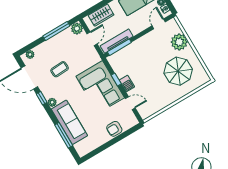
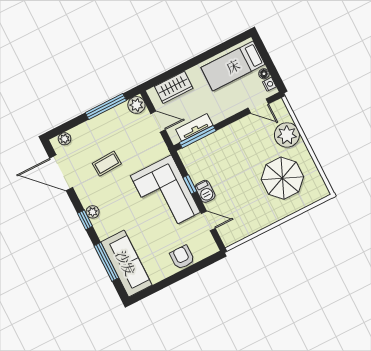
door: (159, 24) -> (258, 106), swing flipped
door: (92, 39) -> (158, 122), hinge flipped
tv unit: (117, 41) -> (194, 127), width x0.71
window: (42, 98) -> (85, 220), moved
sofa: (69, 122) -> (126, 263), moved
armchair: (114, 129) -> (182, 257), turned 90

